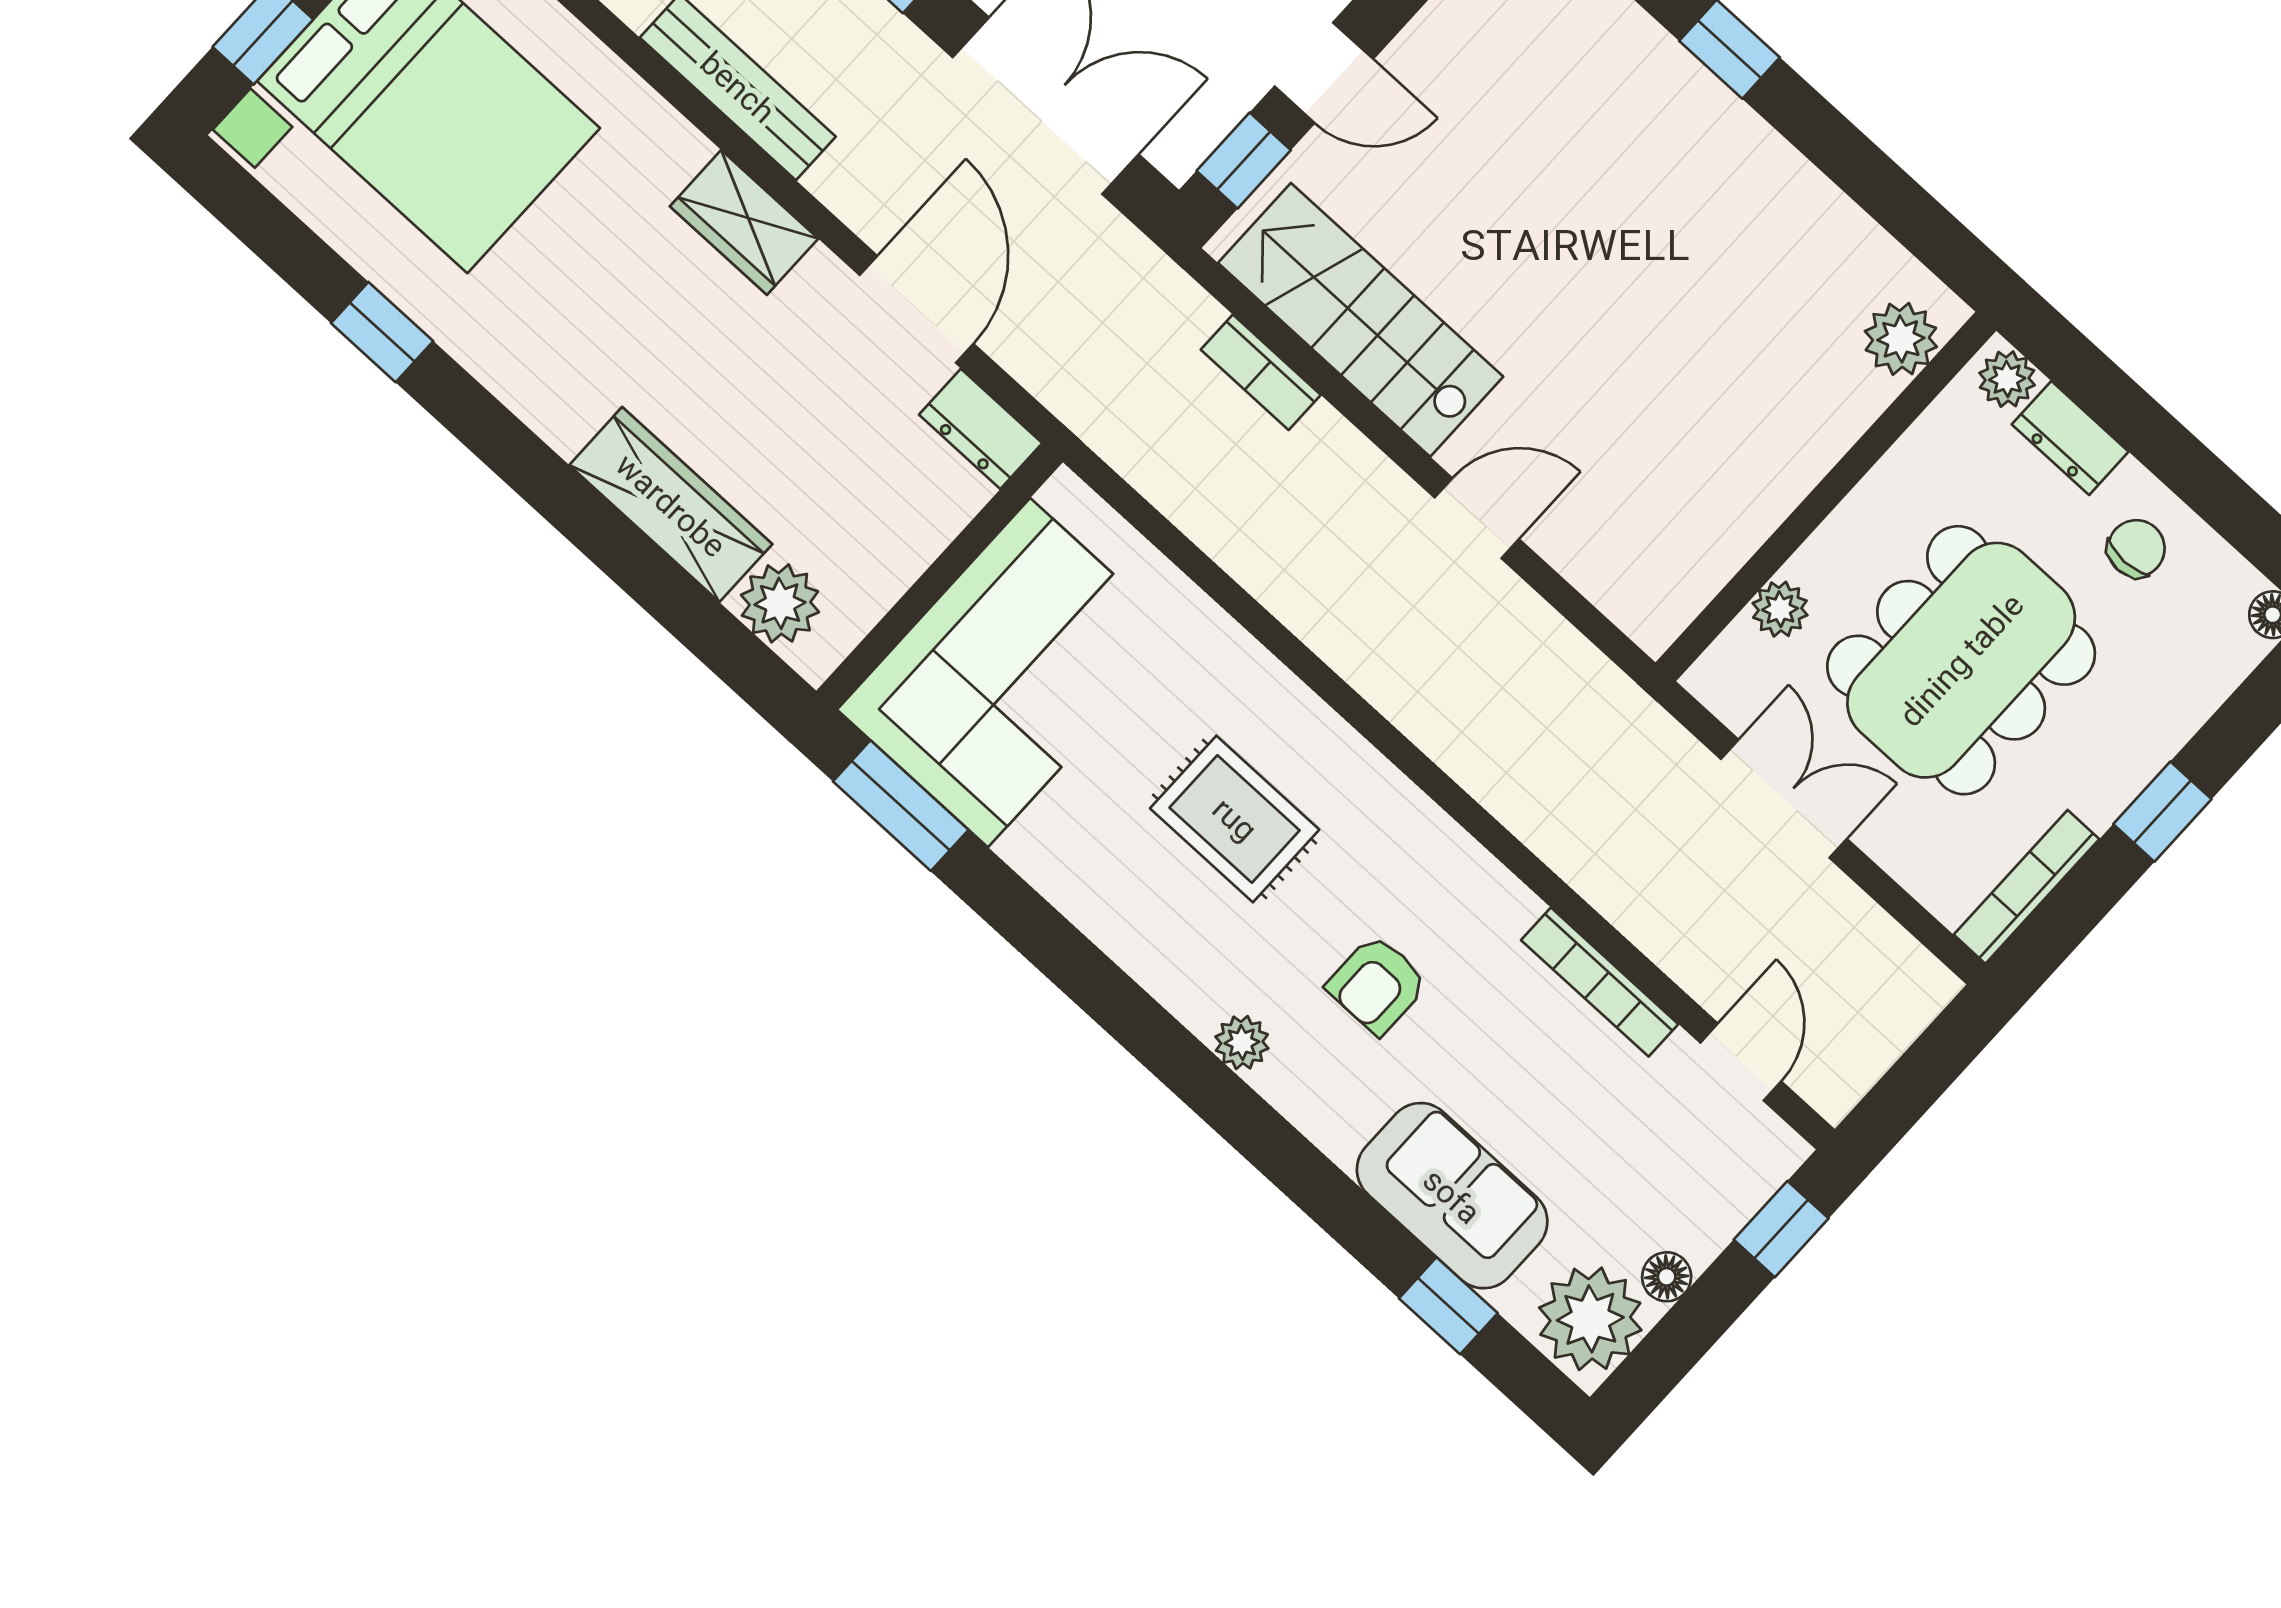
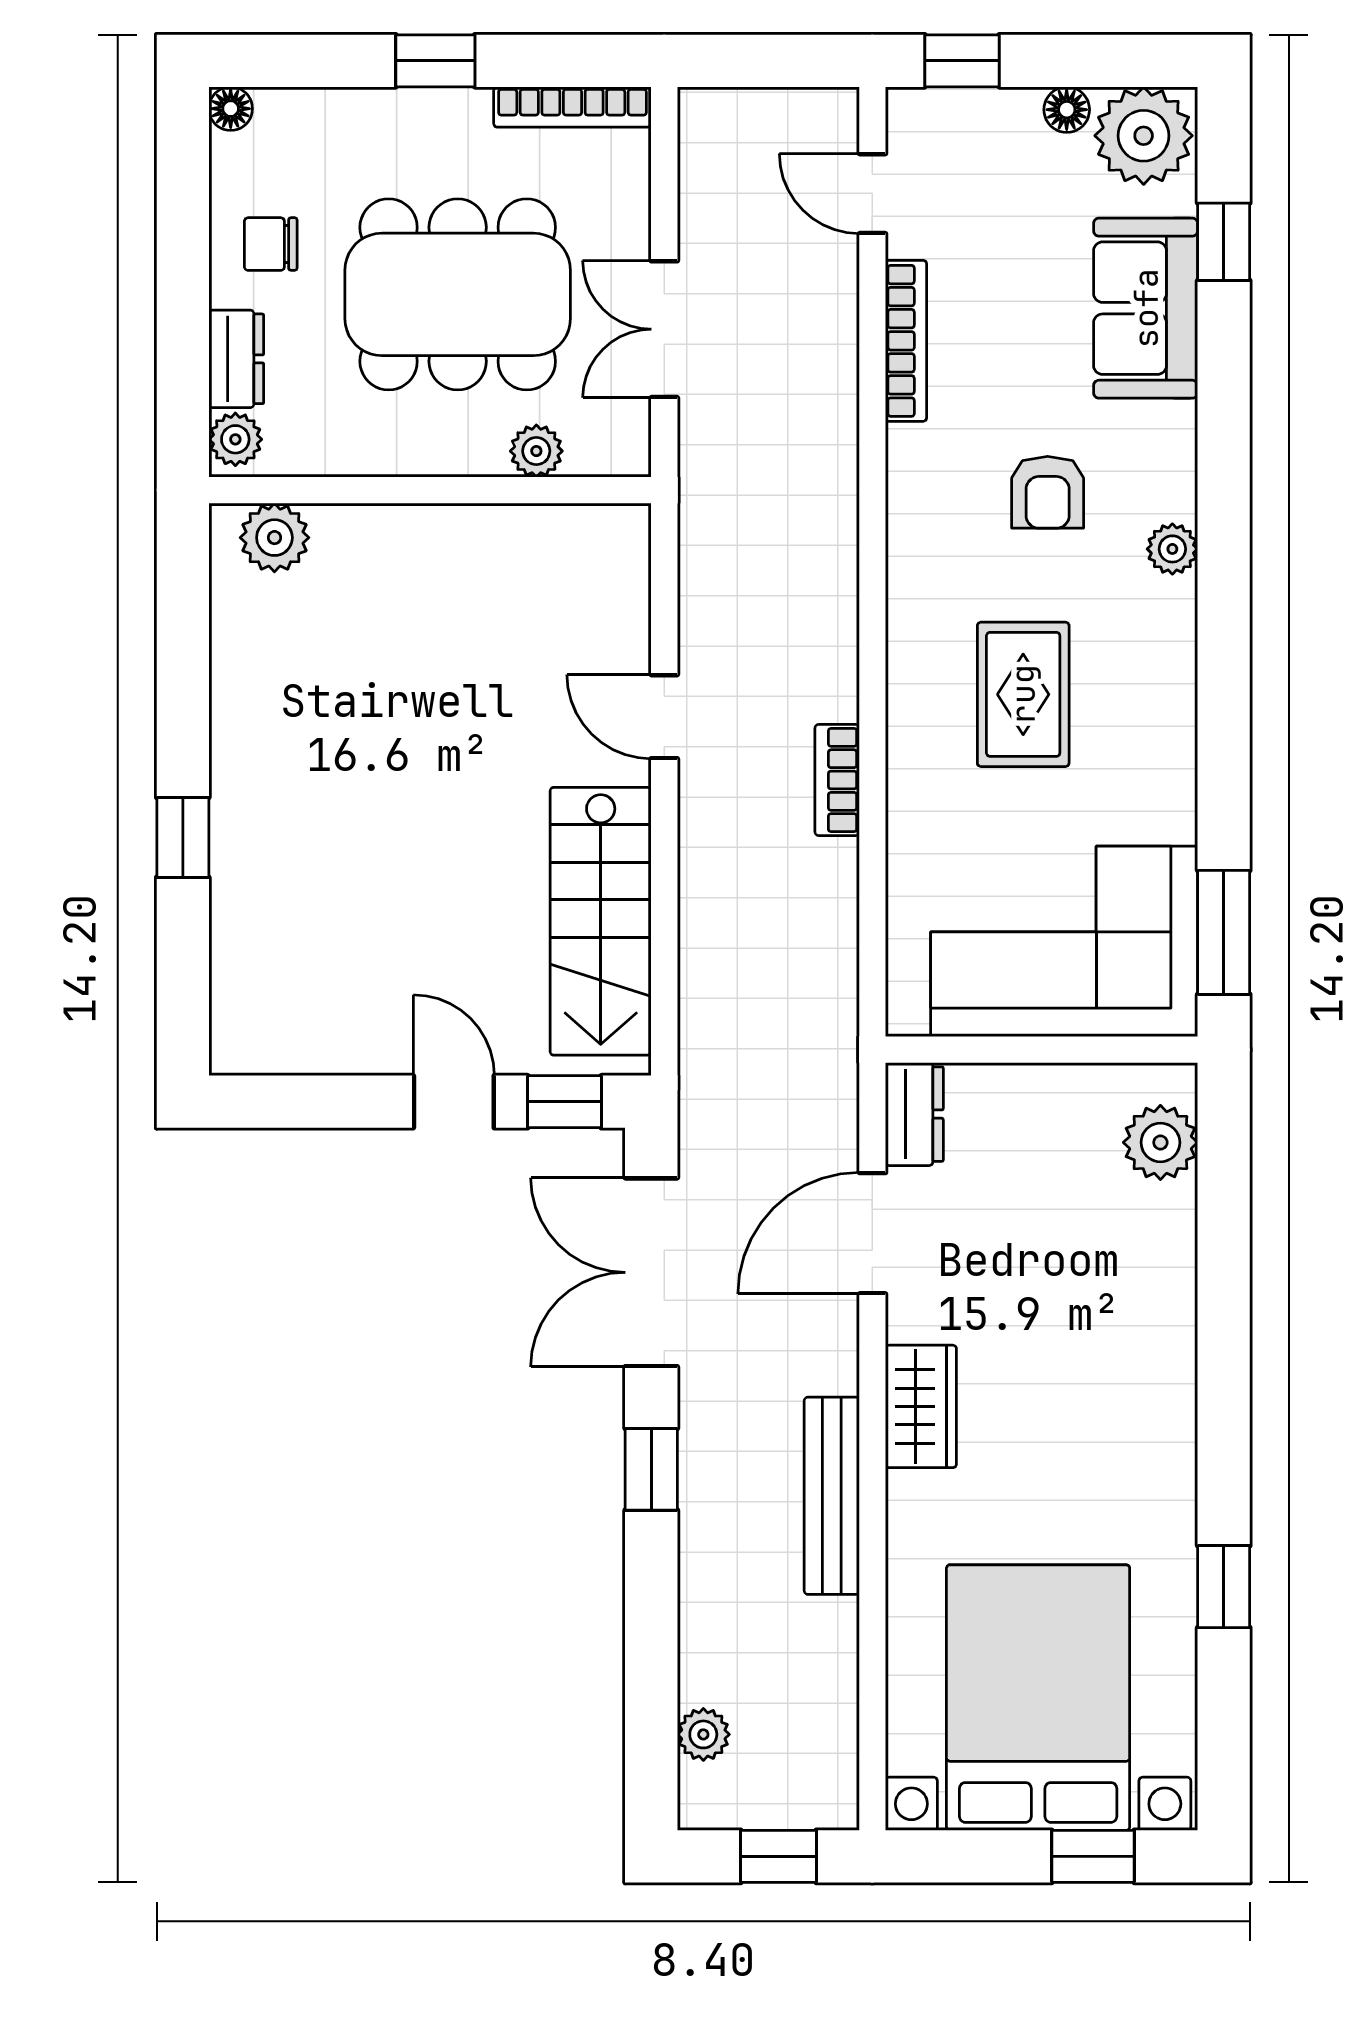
bookcase: (1261, 372) -> (837, 780), moved, turned 180
wardrobe: (671, 505) -> (1161, 1280), removed
armchair: (1377, 985) -> (1048, 492), turned 90
door: (1741, 1062) -> (872, 194), hinge flipped

